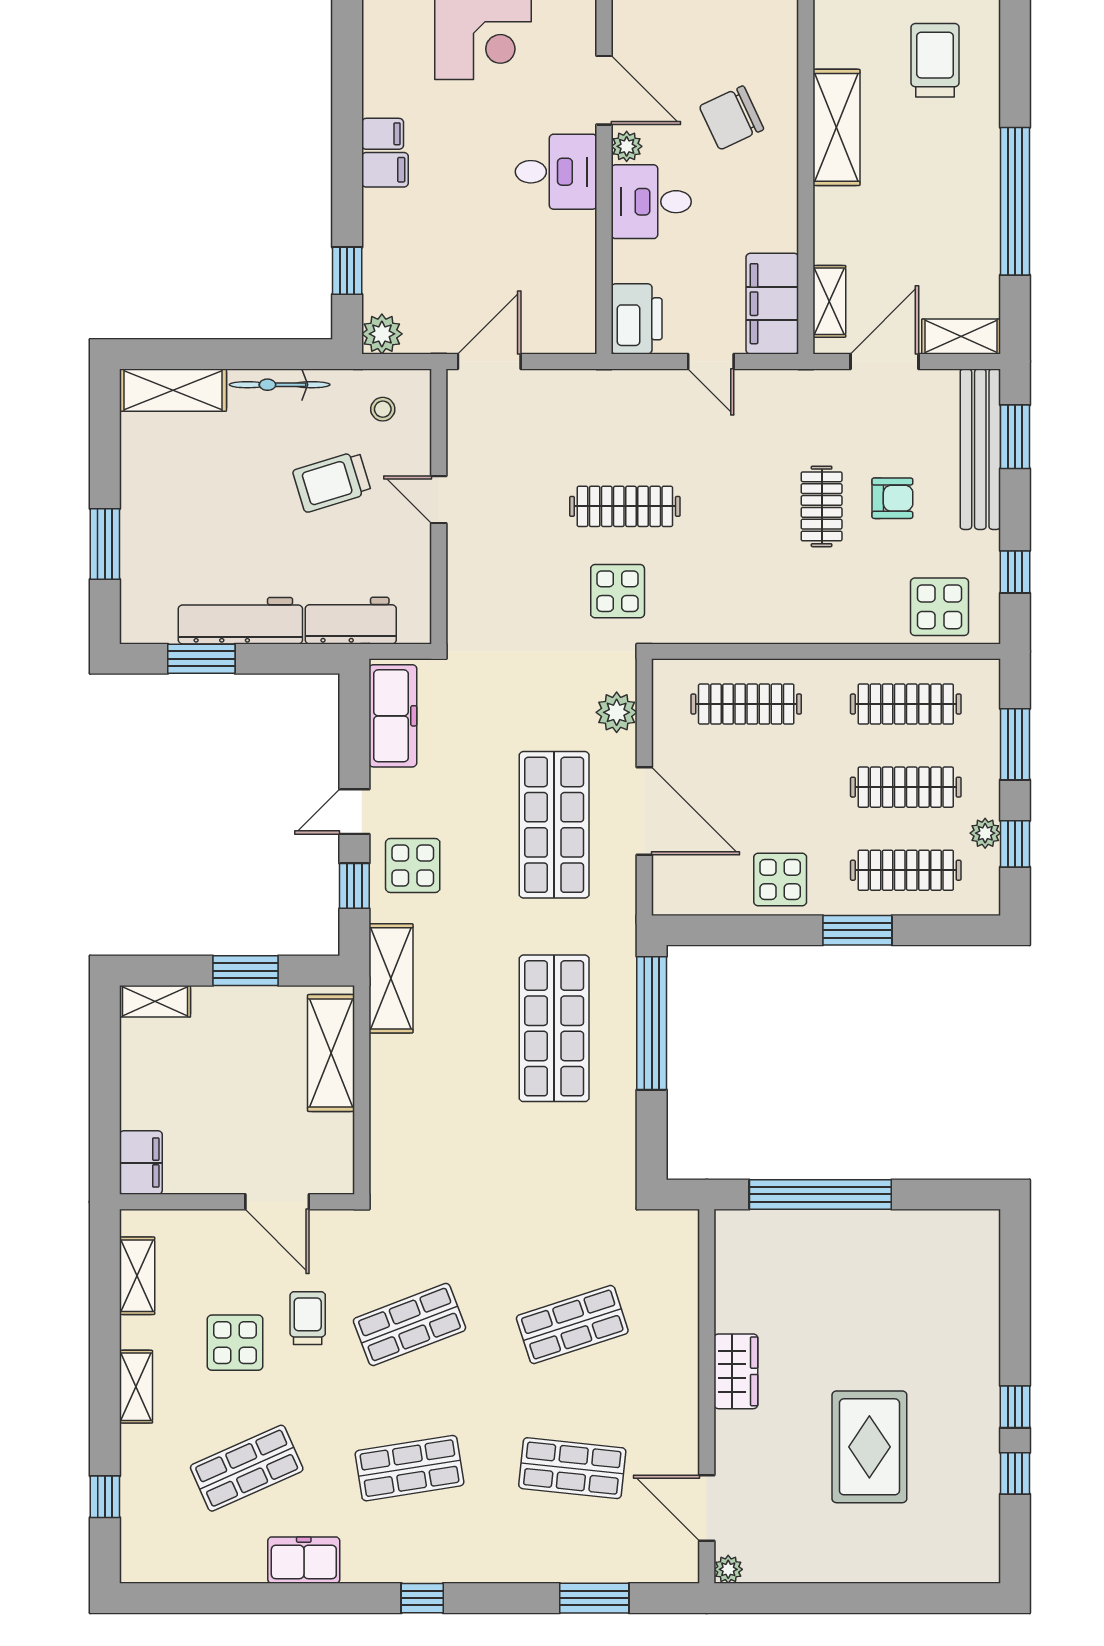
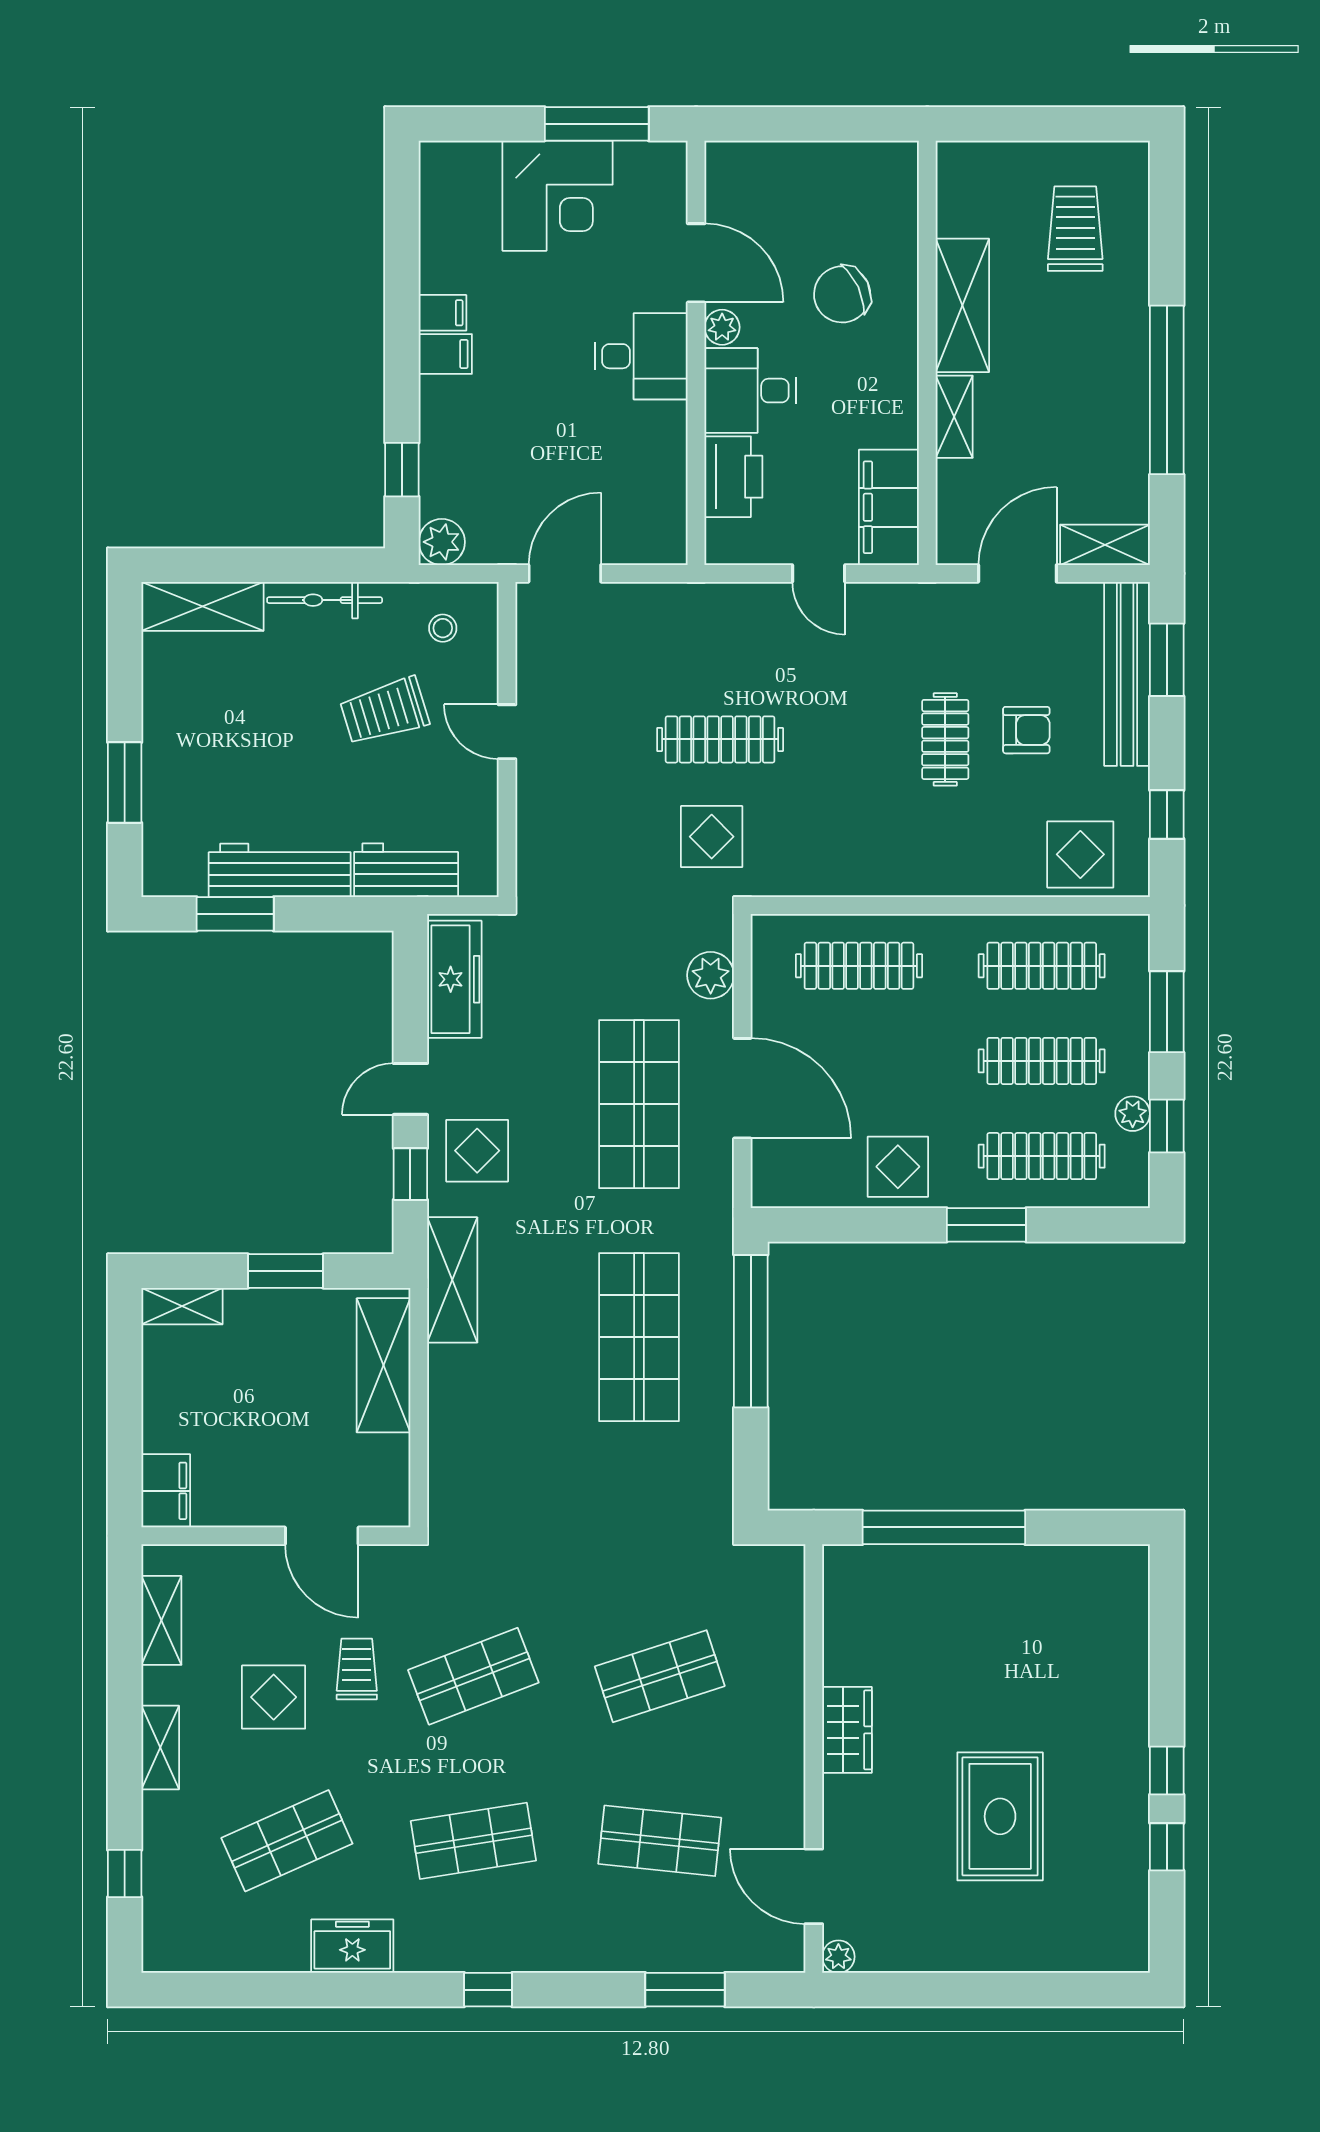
shelving: (829, 301) -> (954, 417), moved
printer: (637, 319) -> (733, 477), moved

